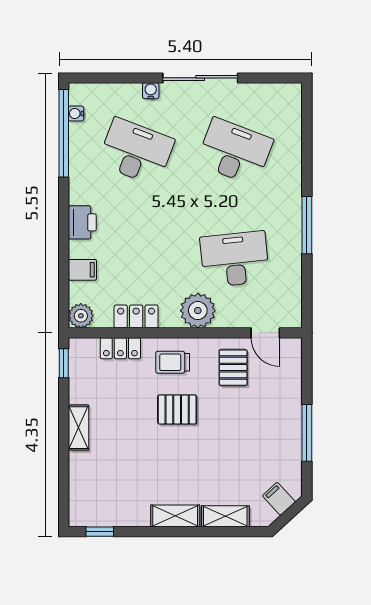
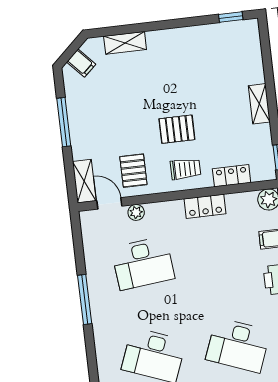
plant: (198, 311) -> (136, 212), moved, width x0.53, depth x0.53
locker: (136, 317) -> (205, 206), moved
shelving: (175, 516) -> (84, 181), moved, turned 90

